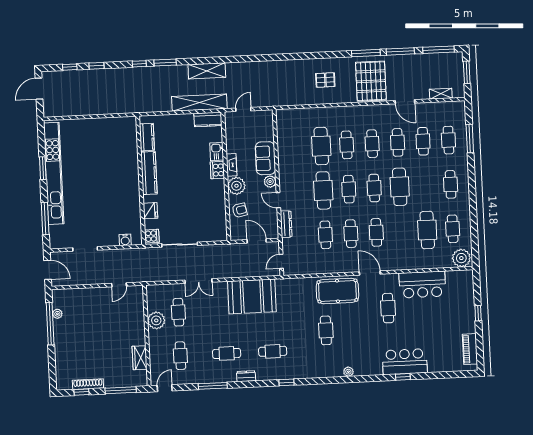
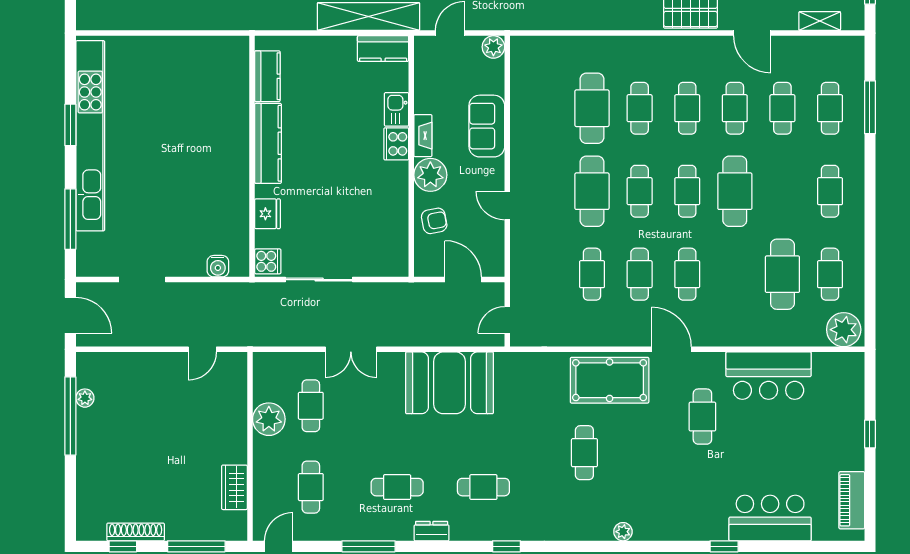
plant: (270, 182) -> (493, 47), moved
dresser: (286, 224) -> (520, 251), removed
bar counter: (405, 362) -> (770, 518), moved

